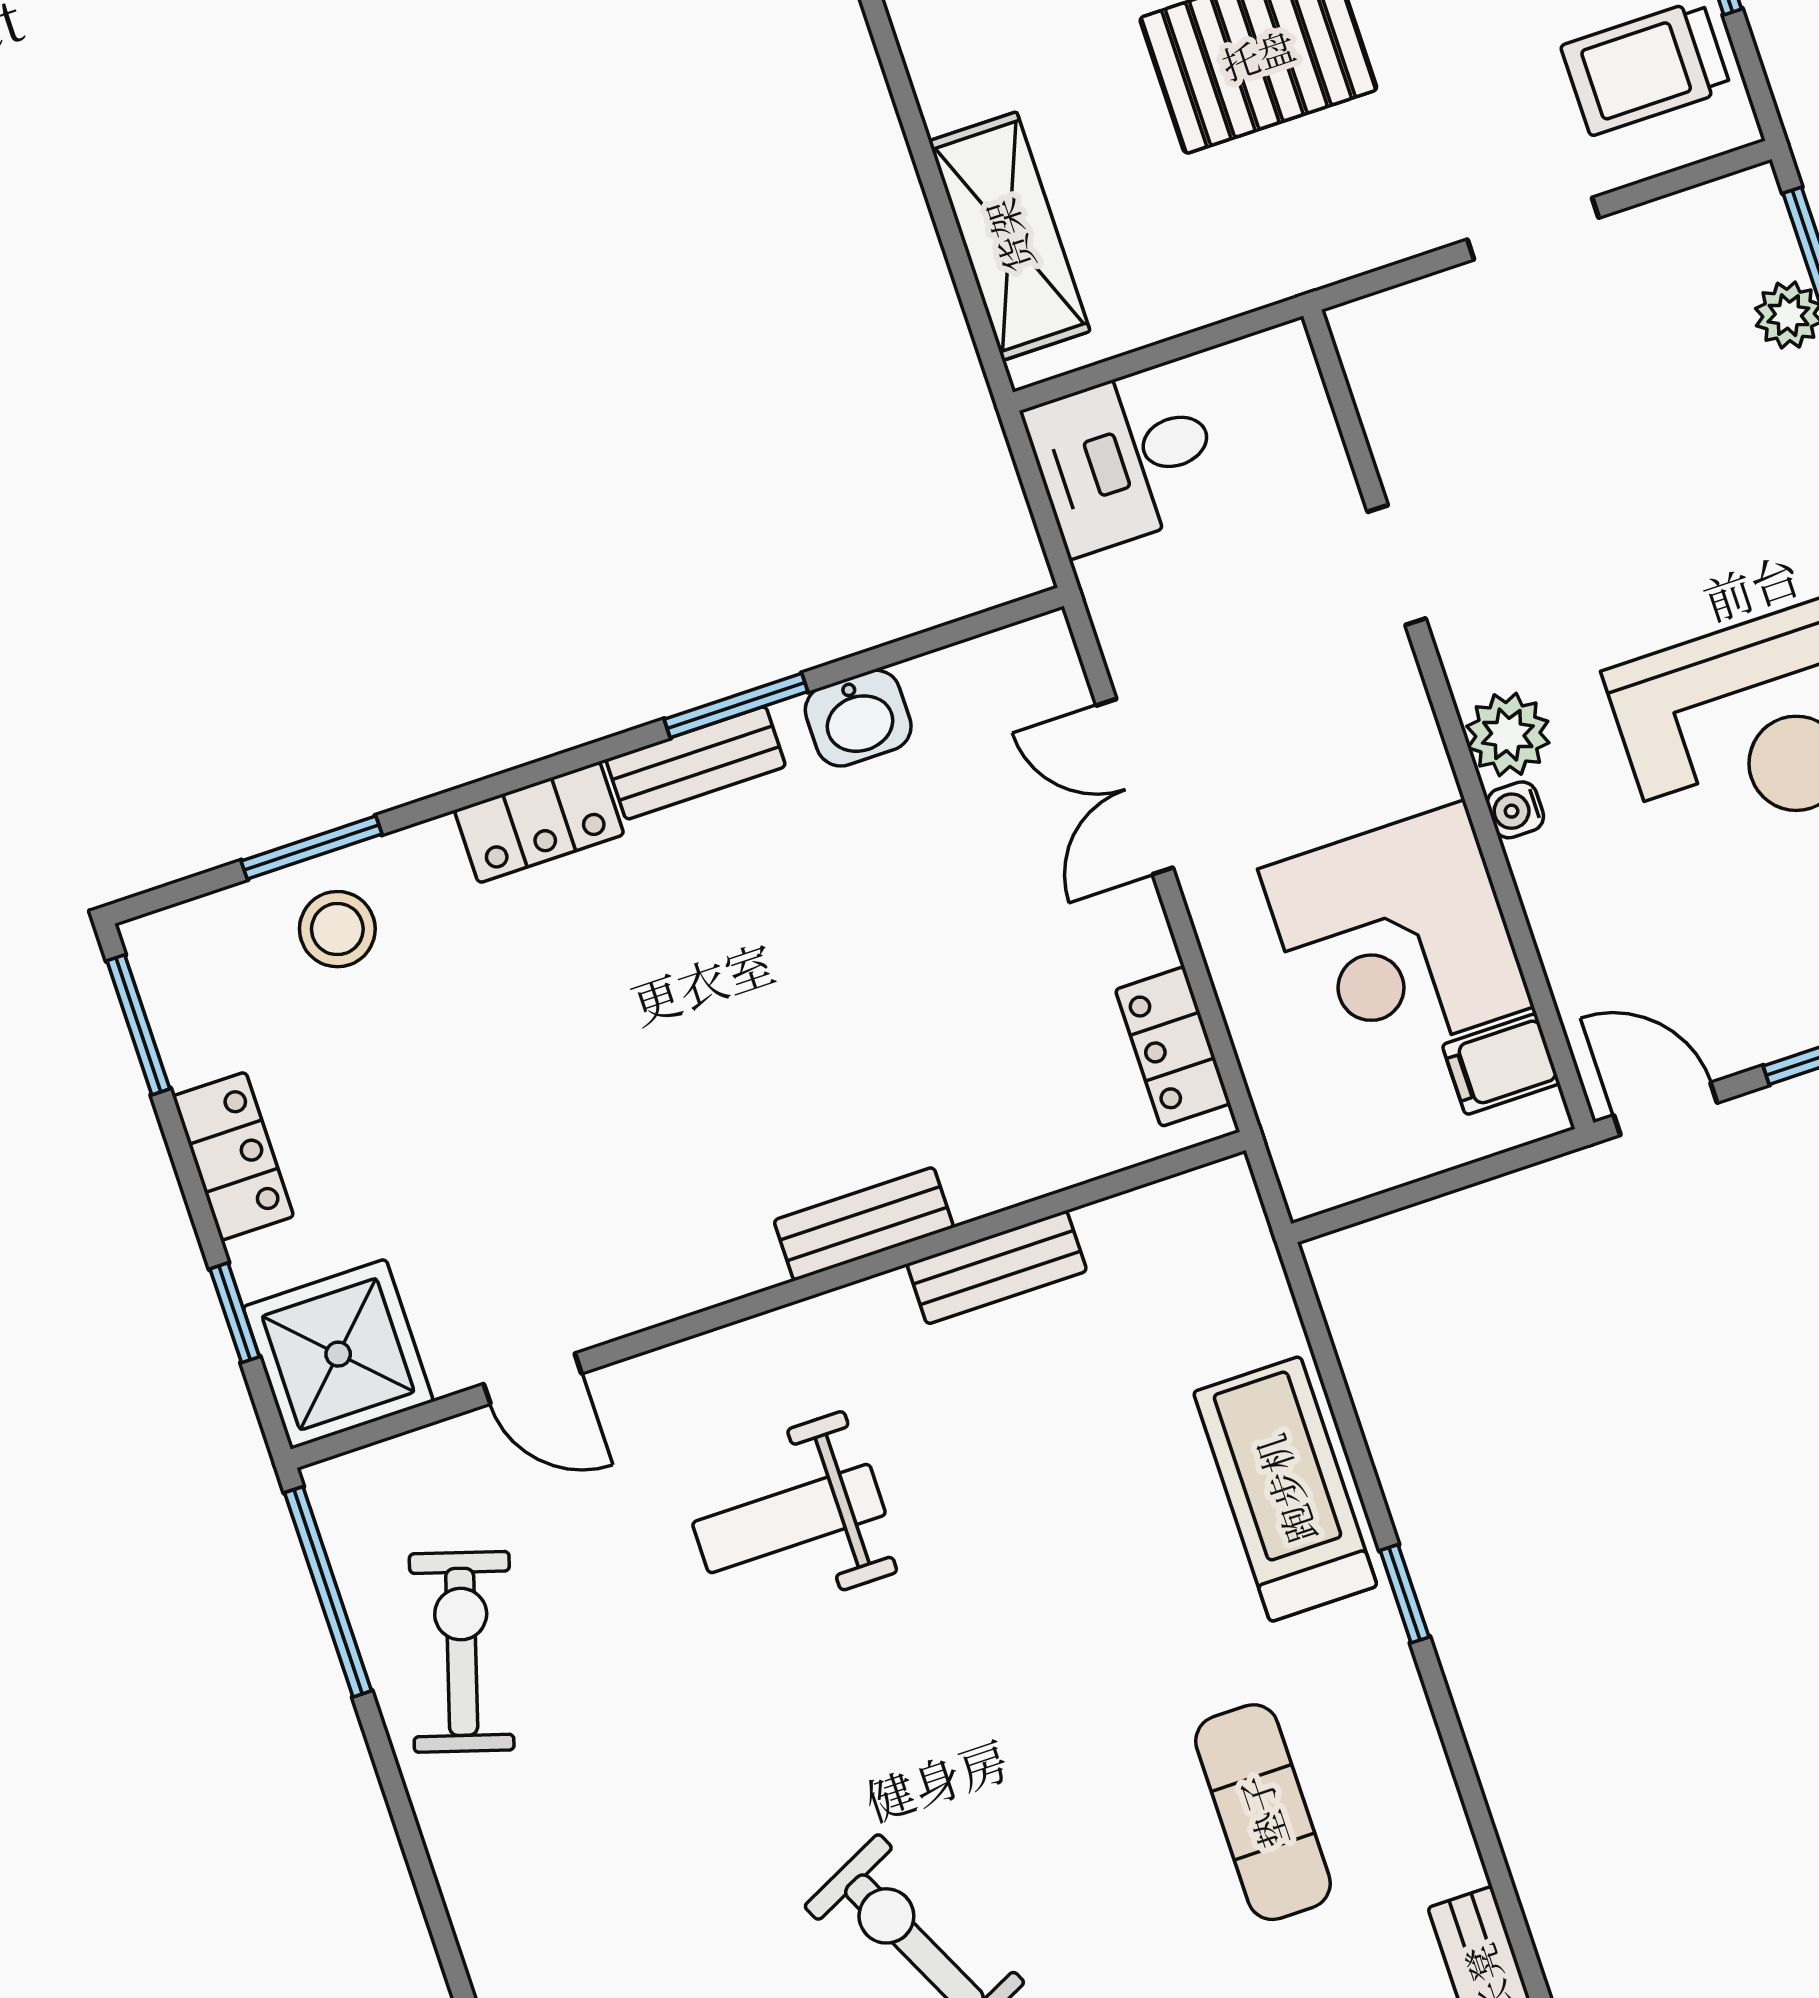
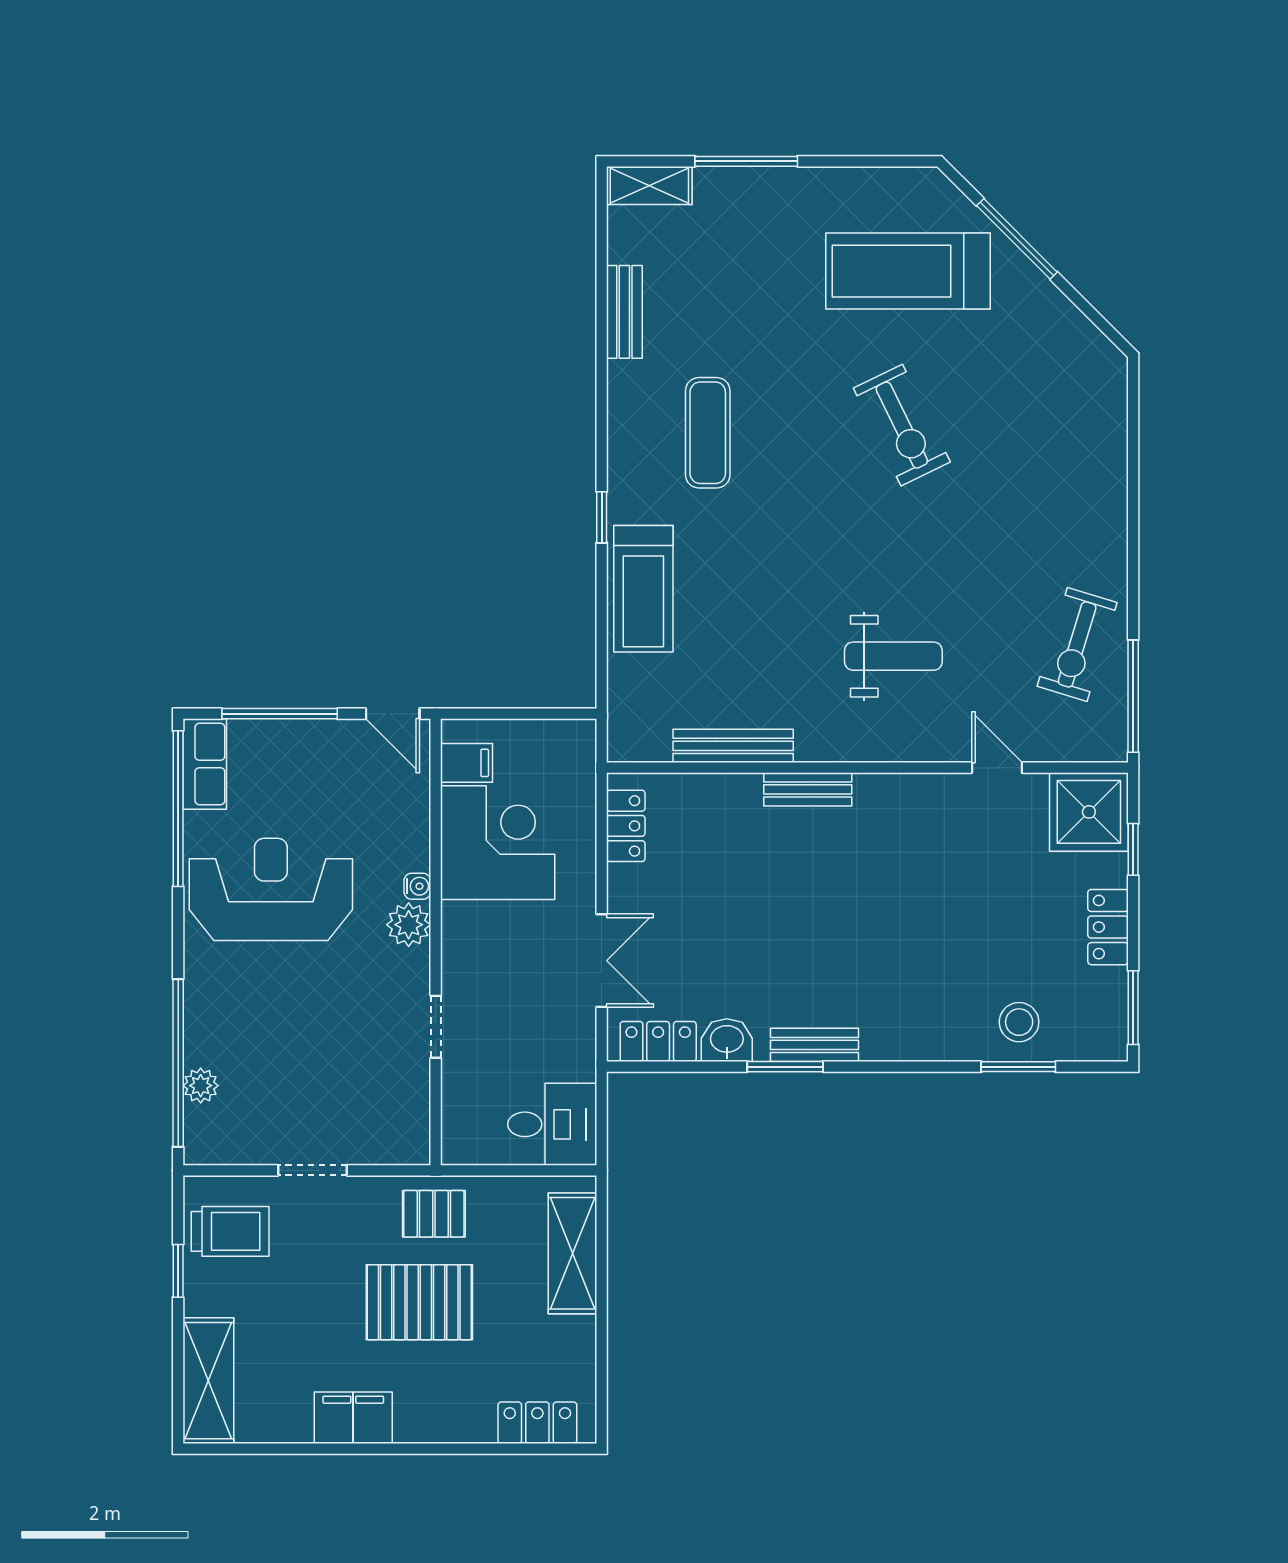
pallet: (1286, 224) -> (434, 1214), added
locker: (539, 822) -> (658, 1041), moved
bench: (997, 1267) -> (733, 746), width x1.36

